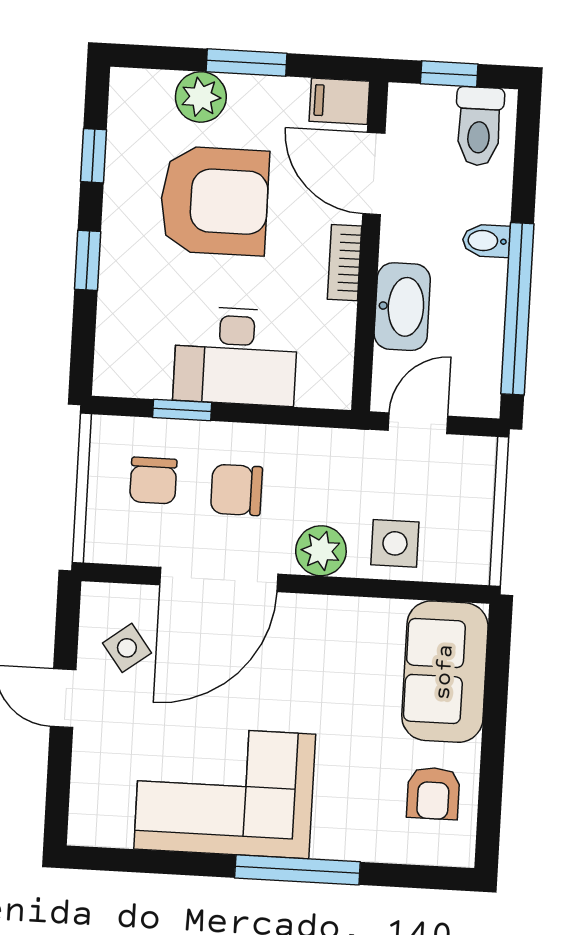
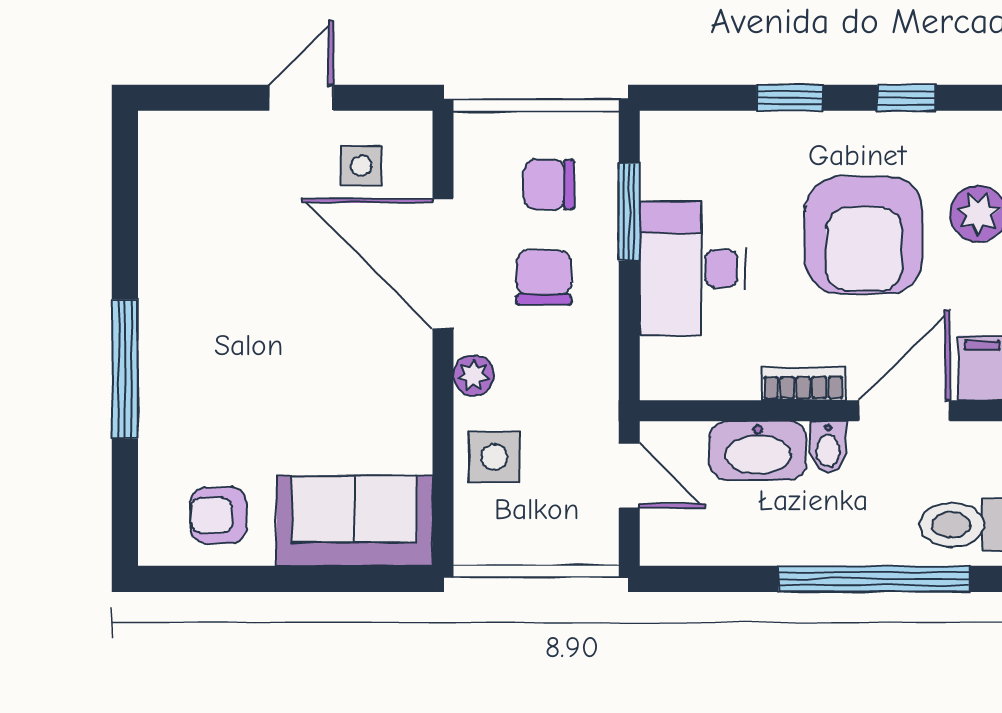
bidet: (486, 241) -> (828, 447), moved, turned 180
window: (517, 309) -> (874, 579), moved
window: (182, 410) -> (629, 212), width x1.50
plant: (321, 551) -> (474, 375), width x0.73, depth x0.73
side table: (127, 648) -> (361, 166), turned 37
corner sofa: (225, 792) -> (207, 283), removed

